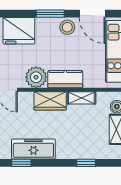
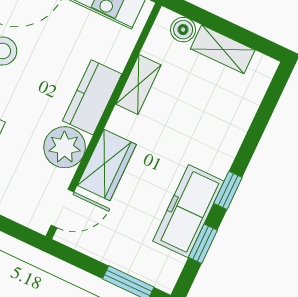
wardrobe: (50, 101) -> (107, 165), moved
window: (86, 163) -> (228, 190), moved

